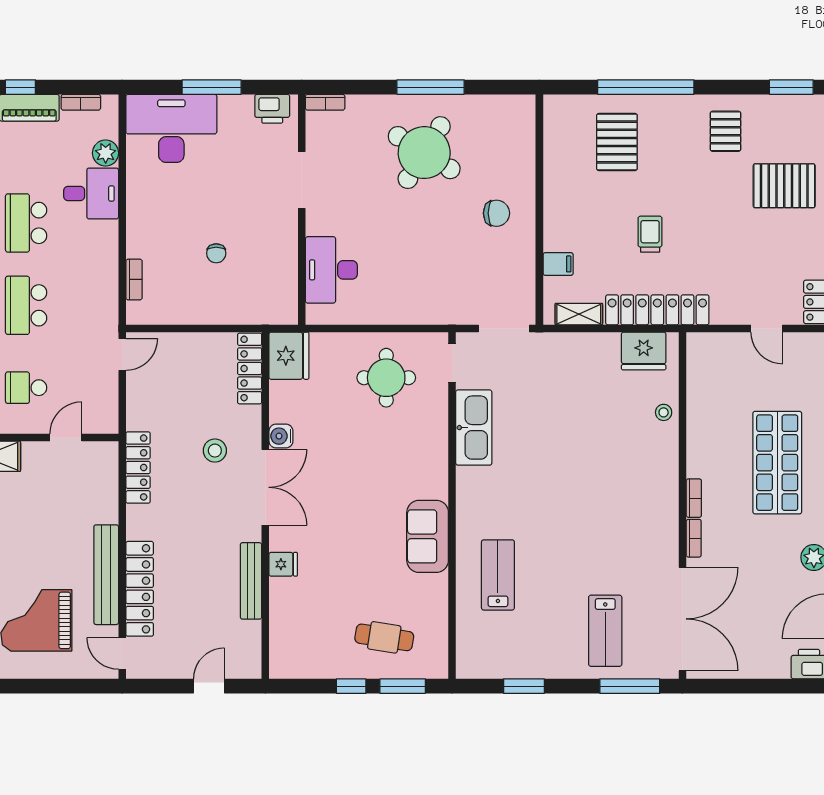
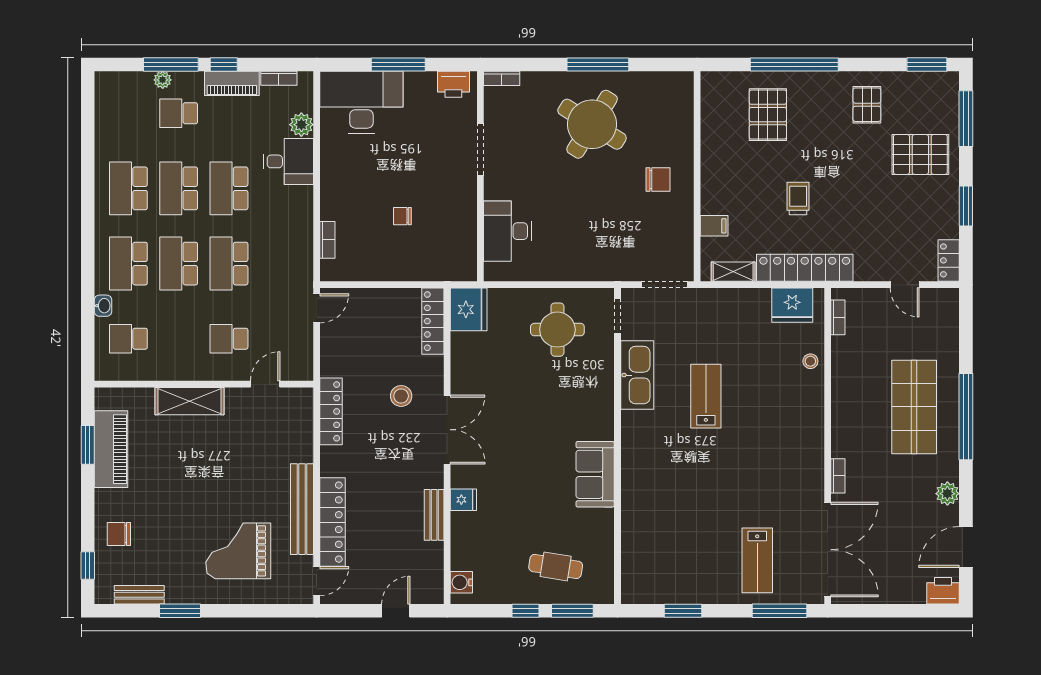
chair: (216, 253) -> (402, 216), turned 90
water cooler: (281, 436) -> (461, 582), moved
bookcase: (694, 498) -> (838, 317), moved
lab bench: (498, 575) -> (706, 396), moved
bench: (251, 581) -> (434, 515), width x0.73
door: (122, 653) -> (317, 581), swing flipped

